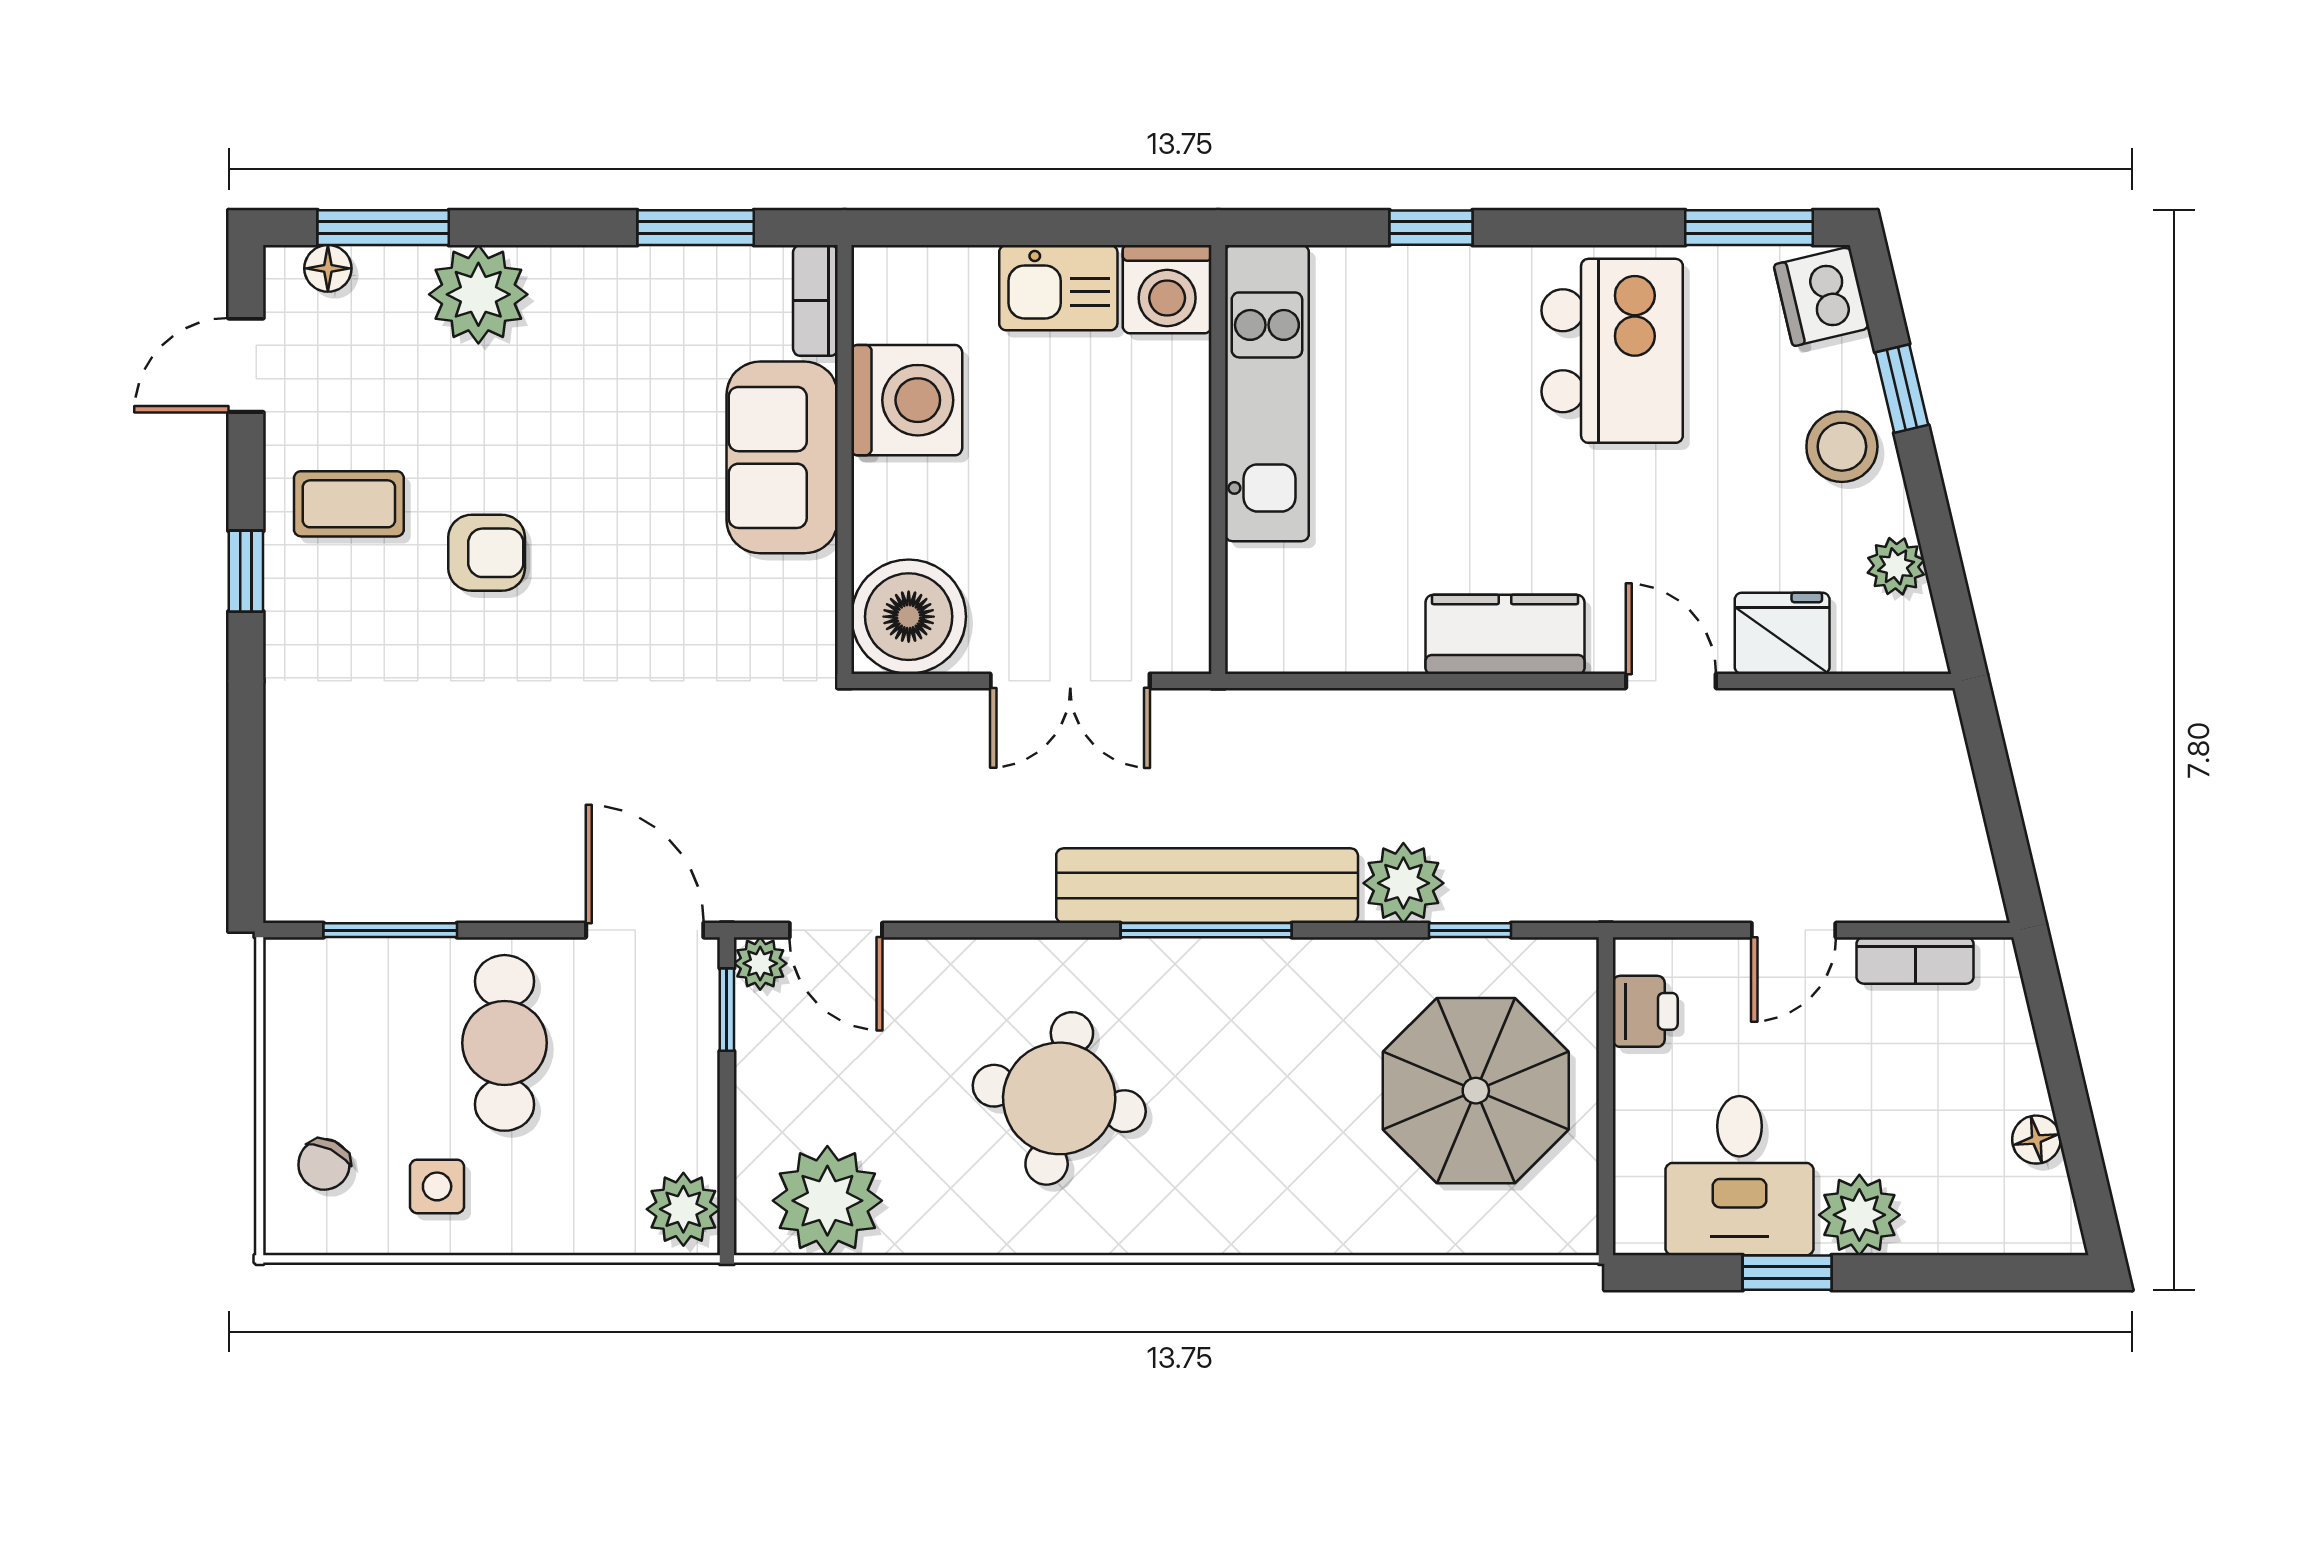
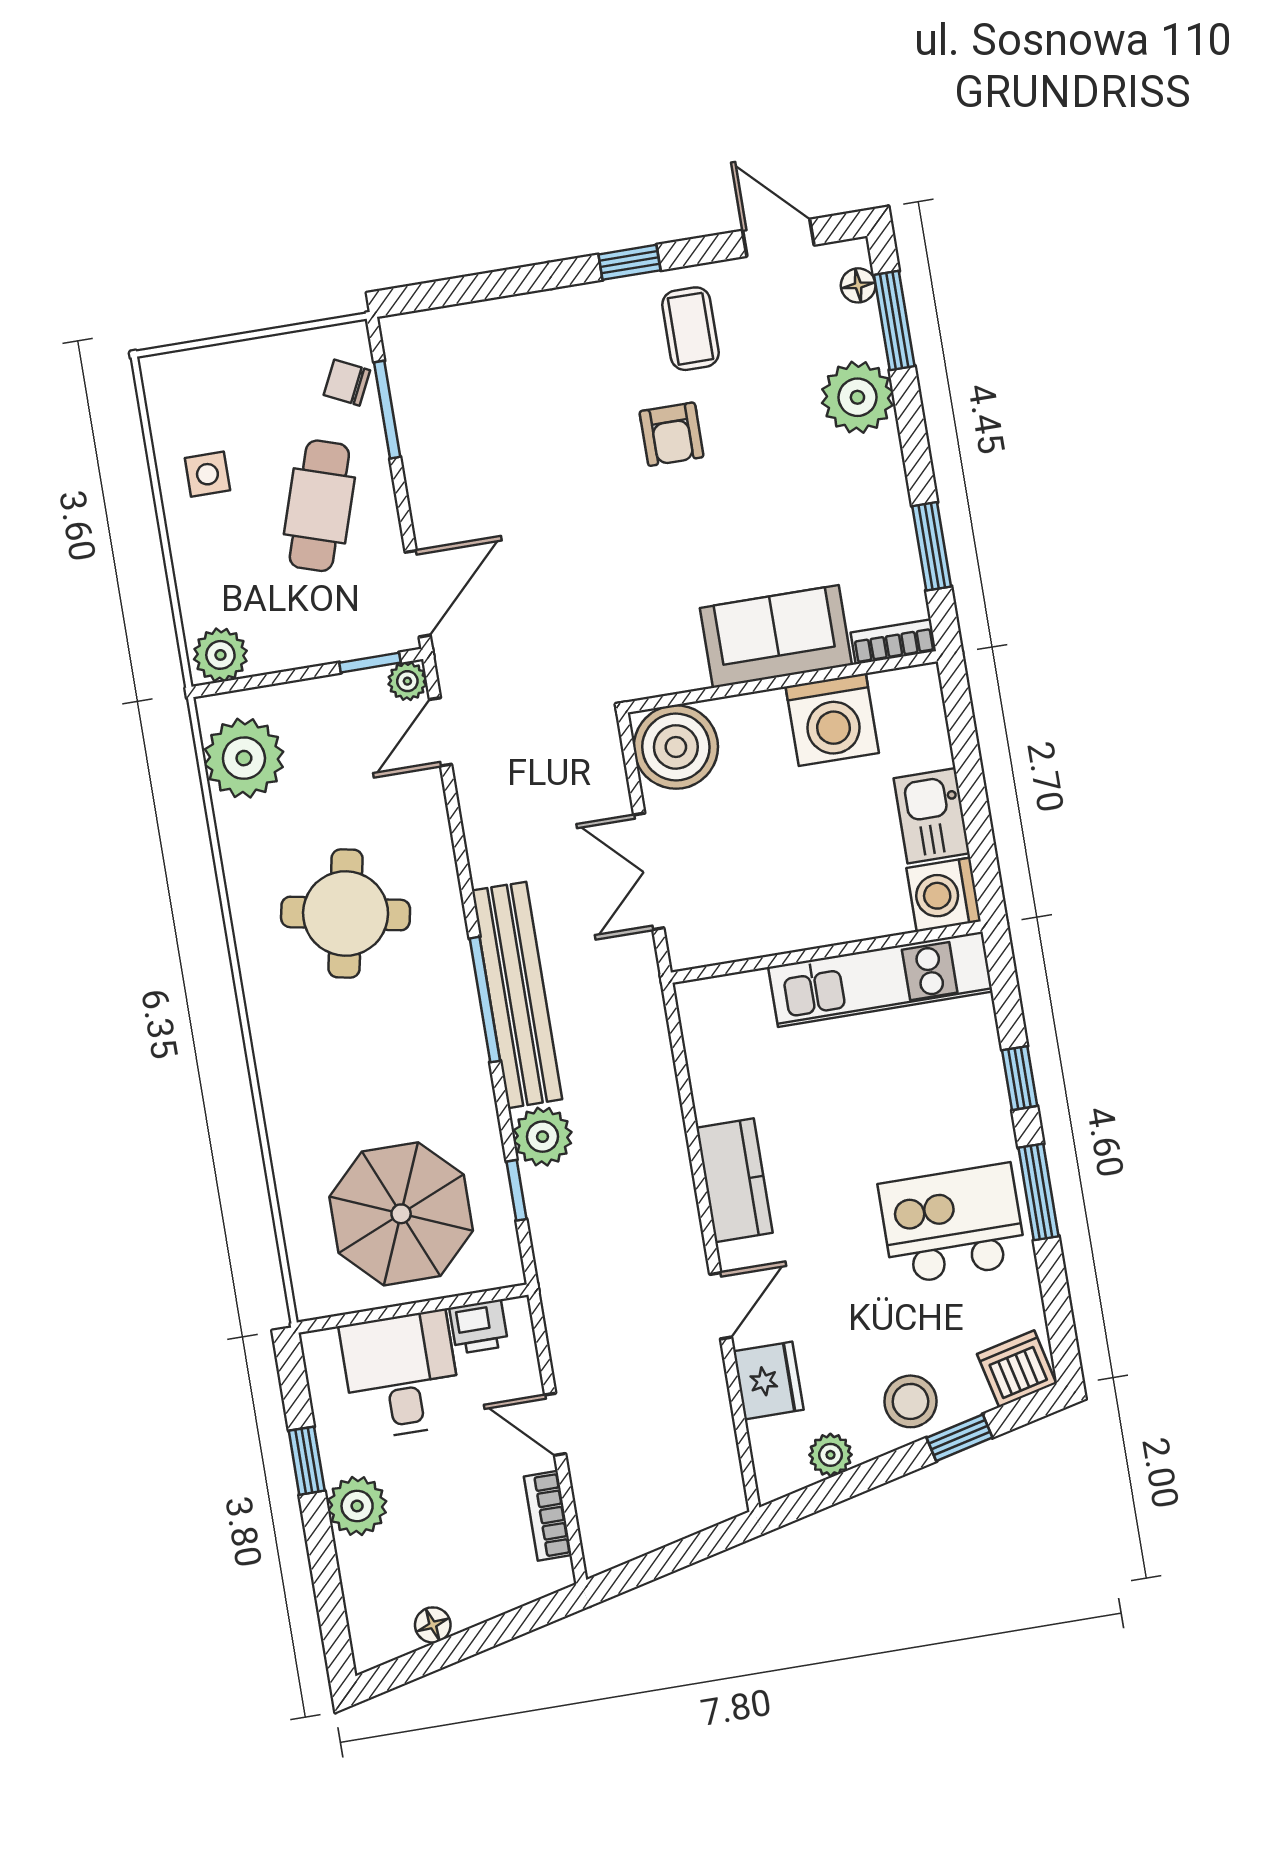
window: (1749, 228) -> (1039, 1192), moved
kitchen island: (1612, 351) -> (952, 1224), turned 180
cafe table: (504, 1043) -> (319, 506), turned -72
chair: (324, 1164) -> (347, 383), moved
desk: (1739, 1176) -> (401, 1375), moved, turned 90

